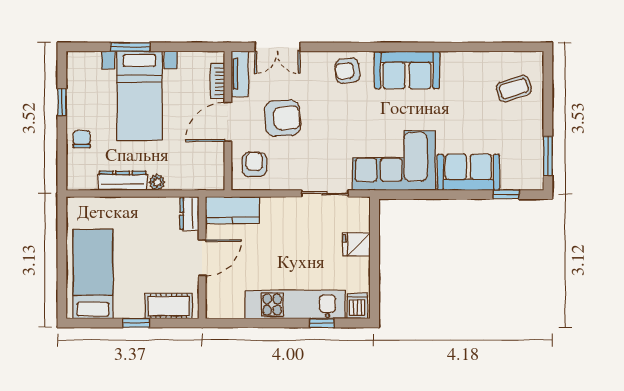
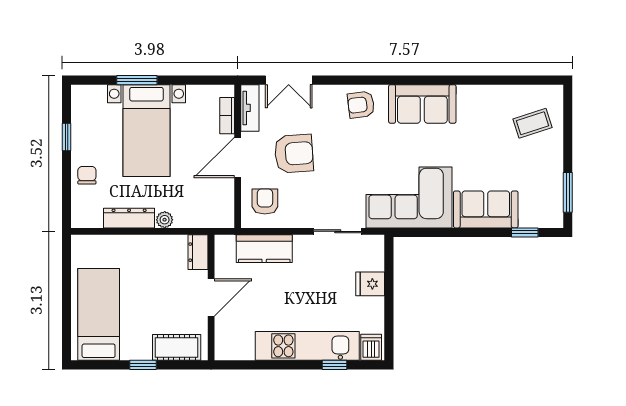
kitchen counter: (232, 210) -> (264, 249), moved

